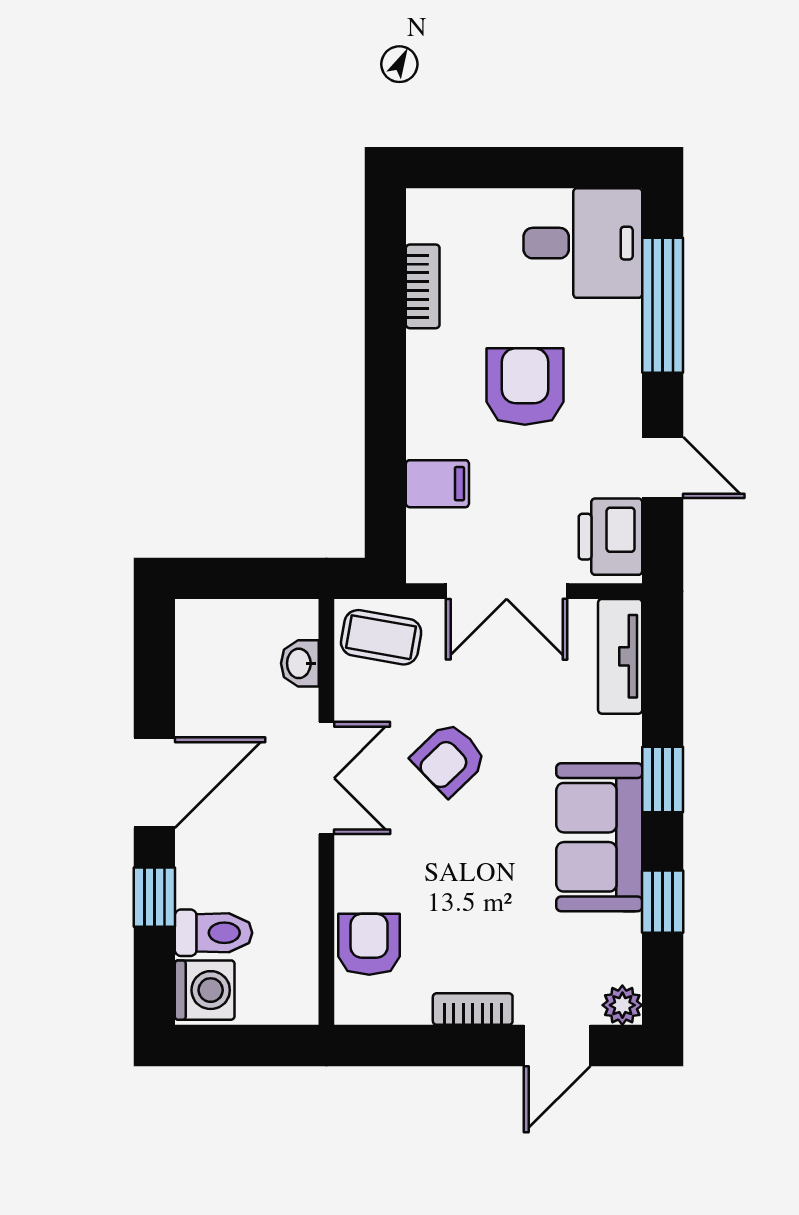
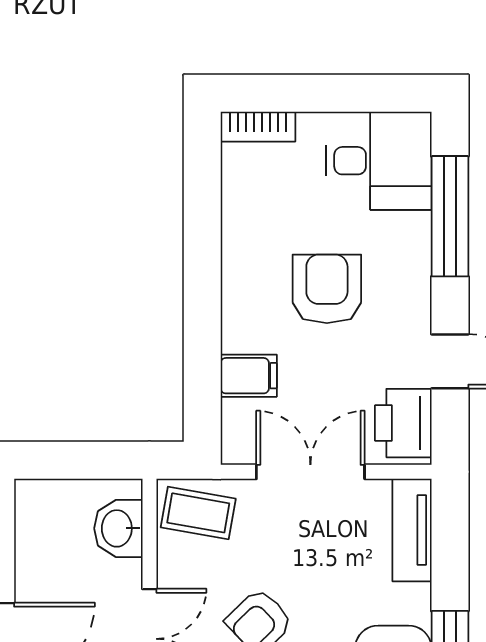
bookcase: (423, 286) -> (258, 127), moved, turned 90
double door: (507, 591) -> (310, 472), swing flipped
washbasin: (300, 663) -> (118, 528), width x1.38, depth x1.45

